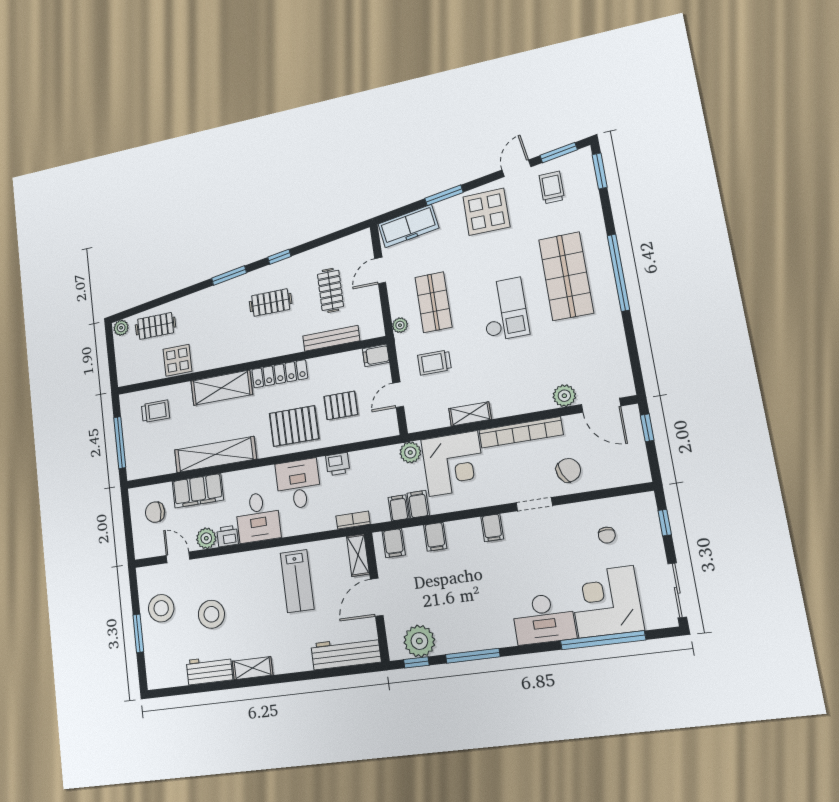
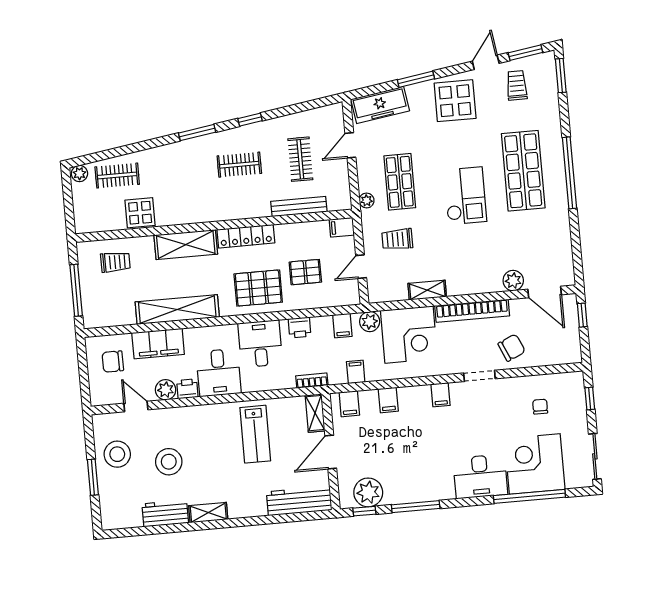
filing cabinet: (418, 504) -> (342, 326), moved, turned 180
chair: (607, 535) -> (540, 407), turned 180

